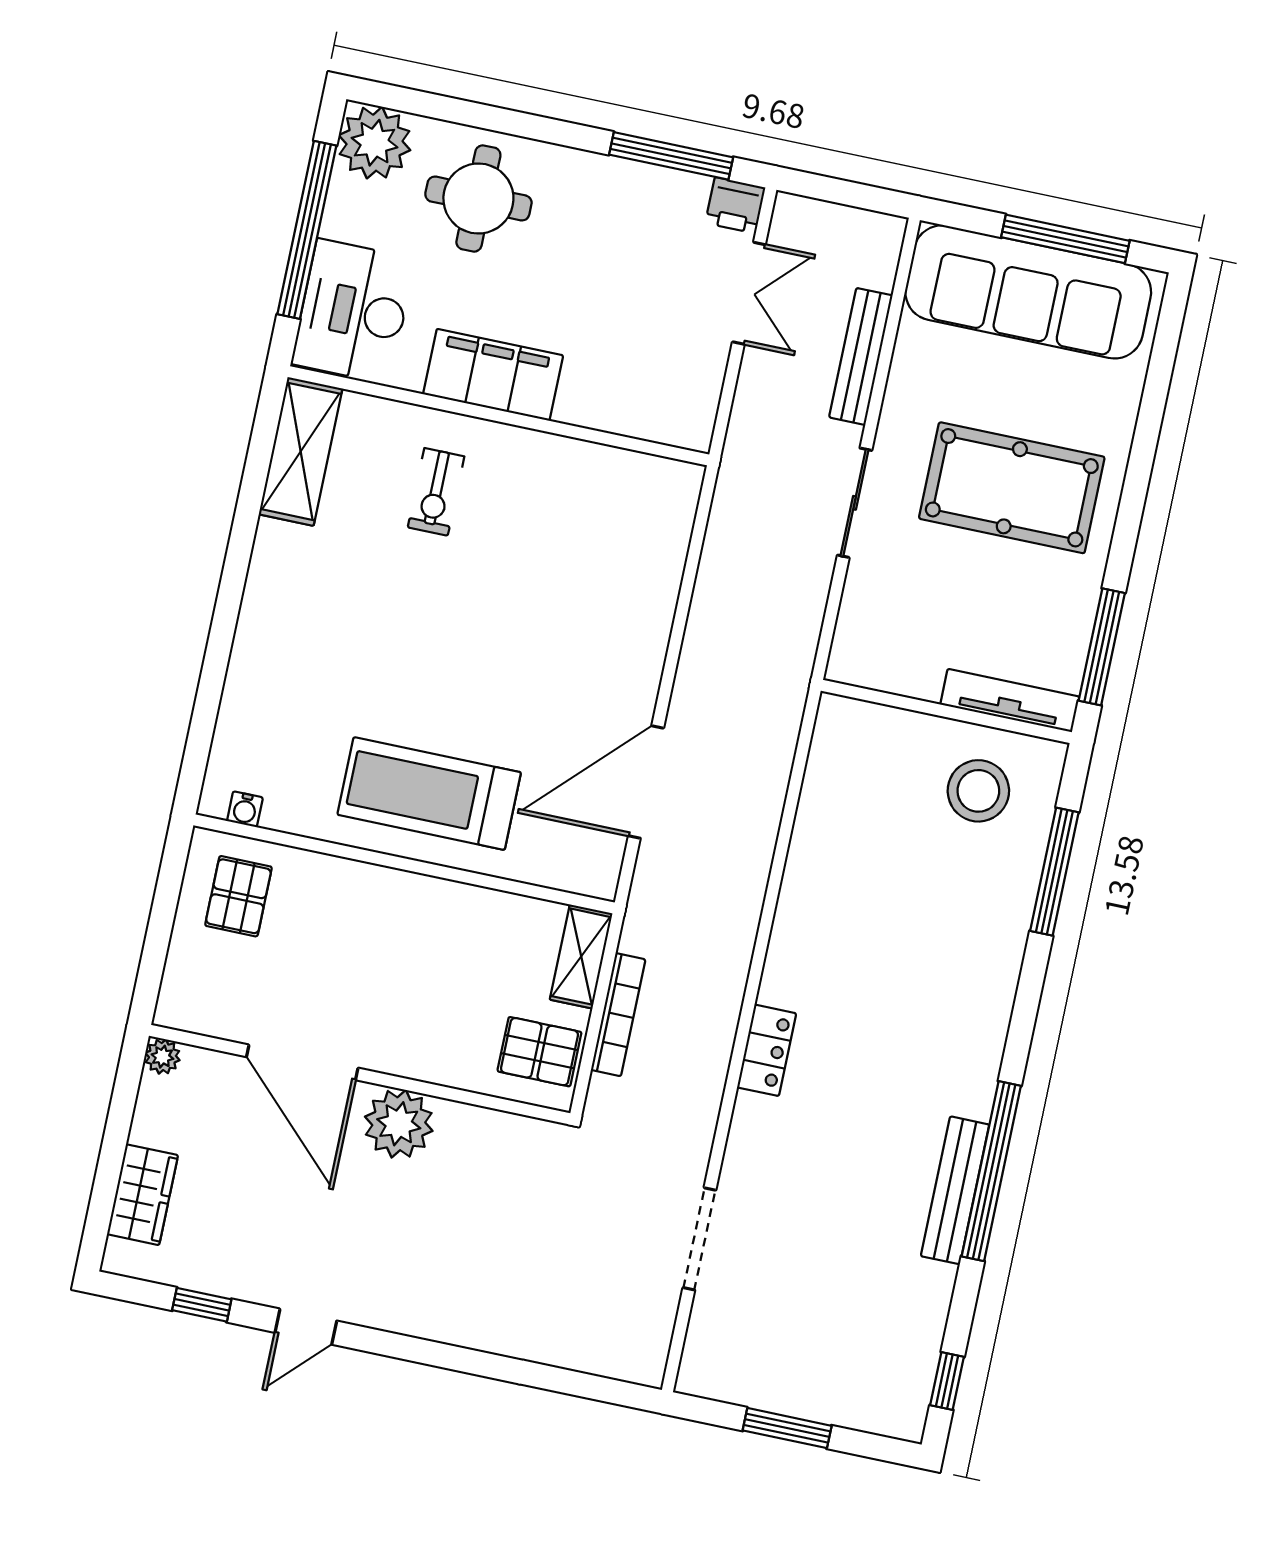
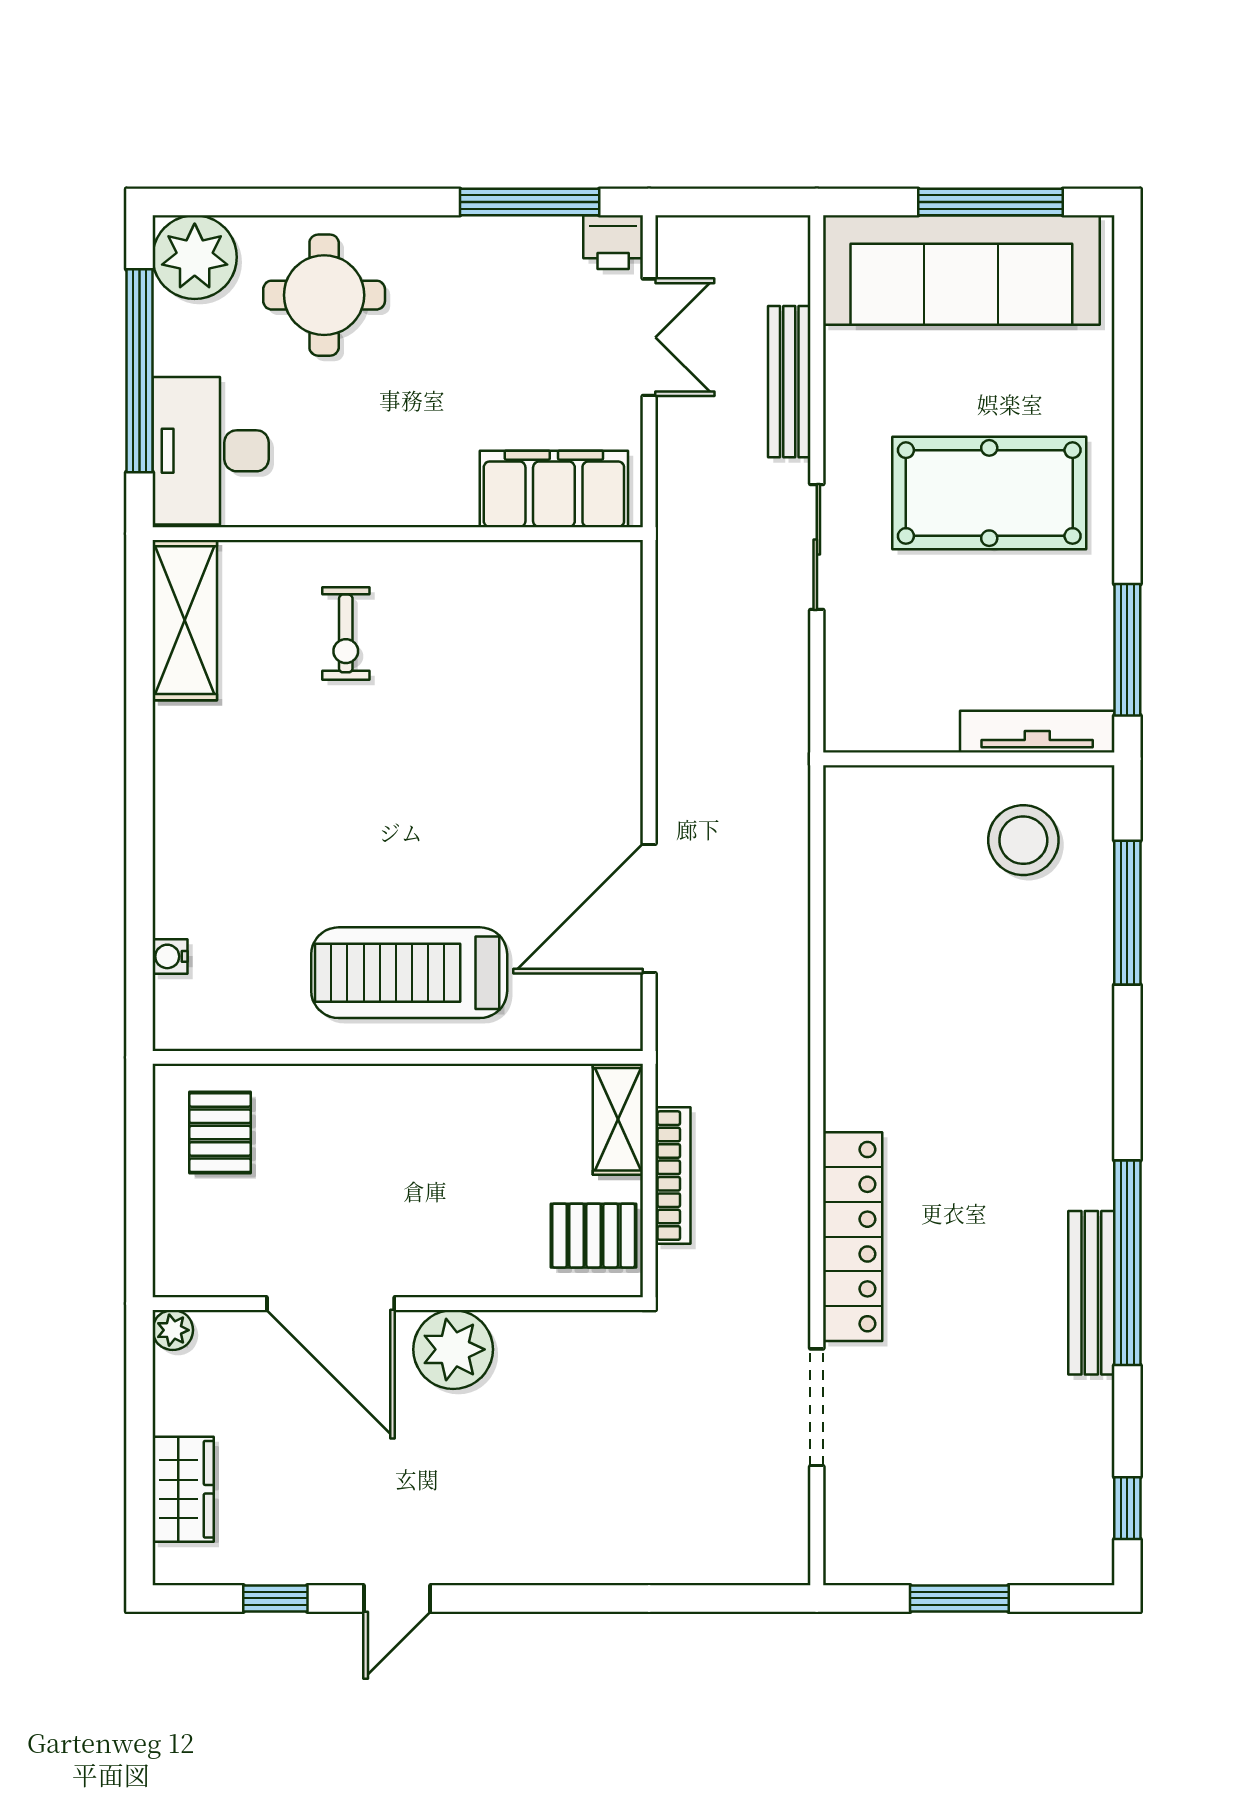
filing cabinet: (493, 375) -> (554, 489), moved
water cooler: (245, 809) -> (170, 956), moved, turned 90
locker: (767, 1050) -> (853, 1237), width x2.16, depth x1.21

